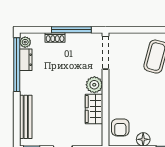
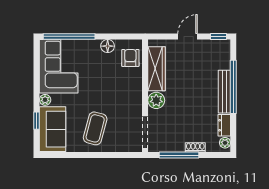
window: (17, 65) -> (233, 87), moved
wardrobe: (94, 109) -> (157, 69), width x1.50
bench: (26, 117) -> (224, 92), moved

